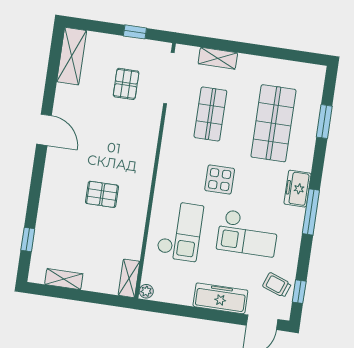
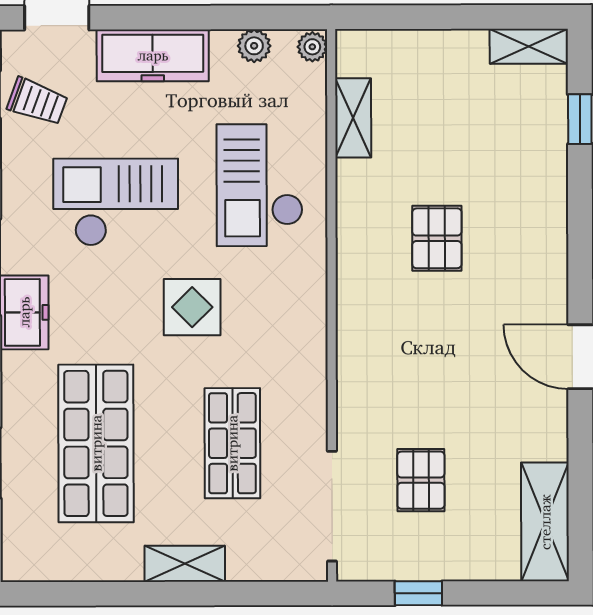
shelving: (218, 58) -> (185, 564), moved
pallet: (102, 194) -> (437, 238), turned 90
shelving: (129, 278) -> (353, 118), moved
shelving: (64, 279) -> (529, 46), moved
plant: (173, 296) -> (254, 46), added

